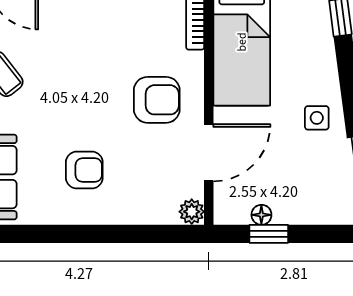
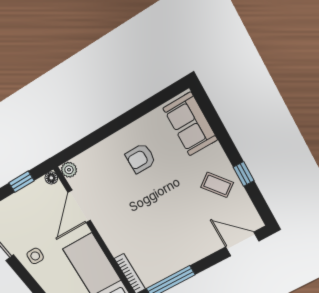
armchair: (157, 100) -> (124, 219), removed
floor lamp: (261, 215) -> (51, 178), moved

